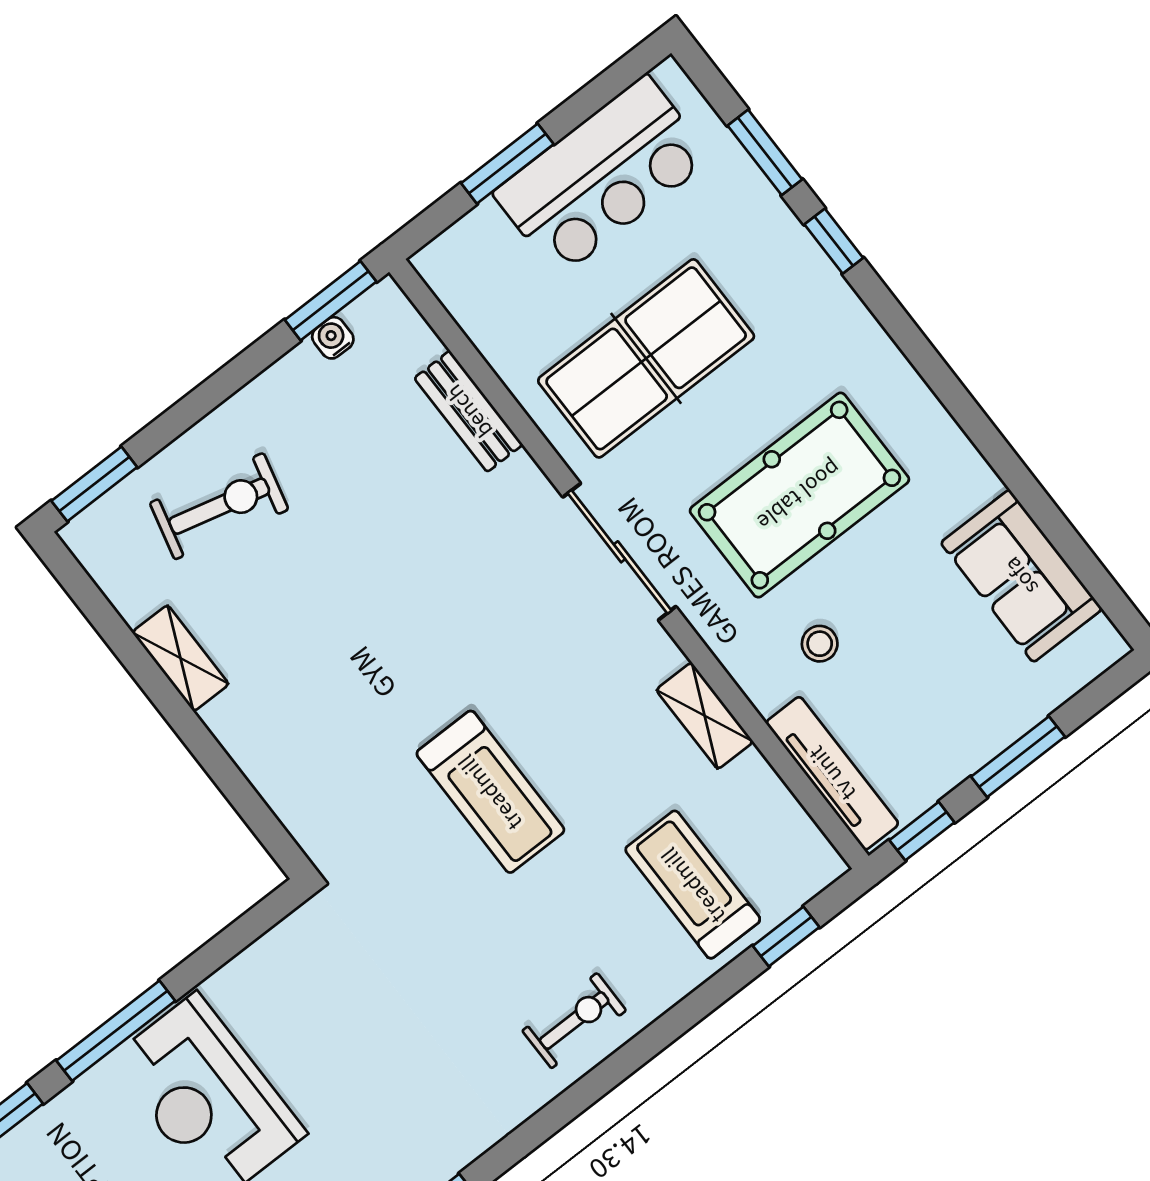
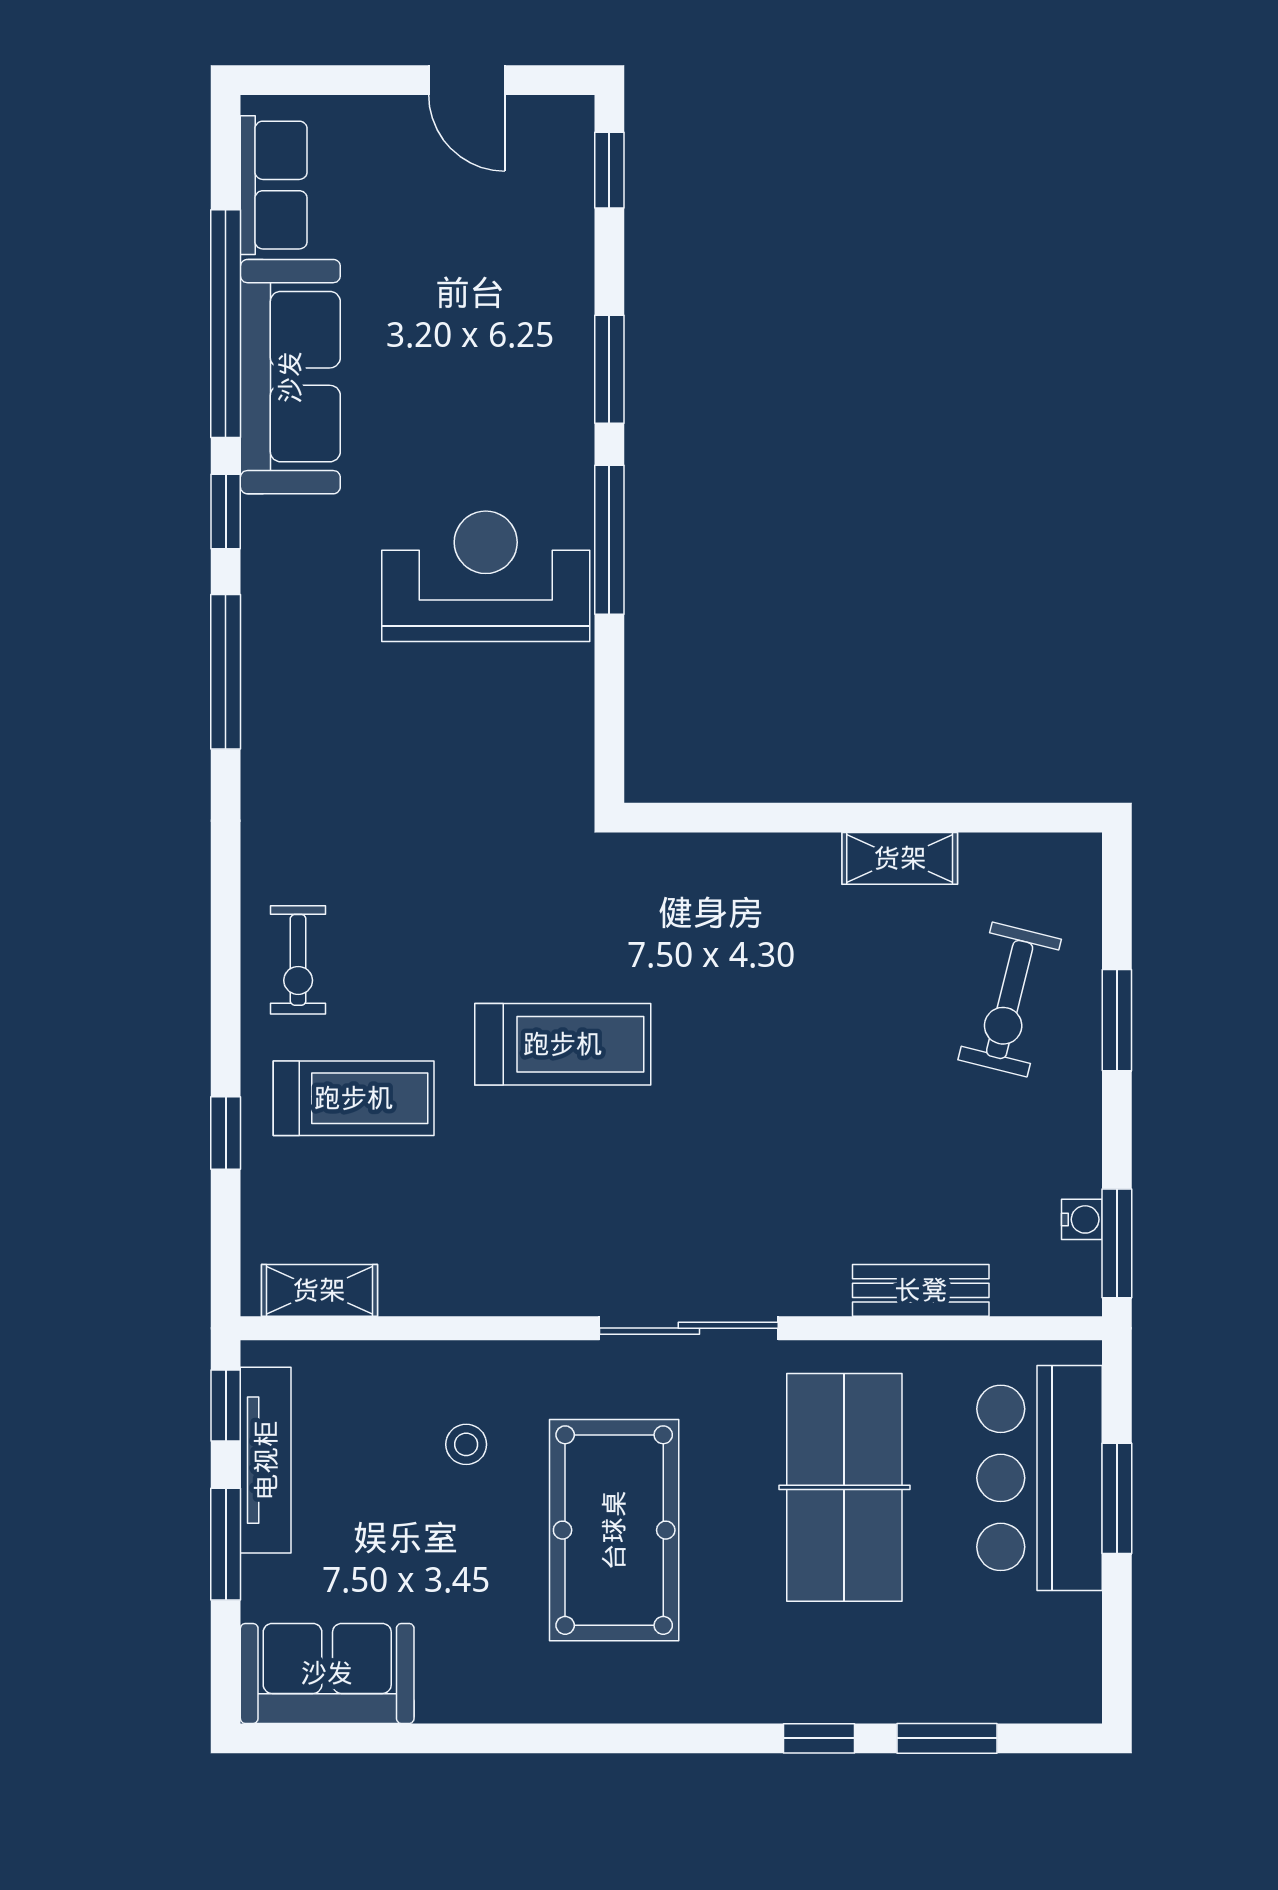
bar counter: (602, 176) -> (1040, 1478), moved
window: (94, 484) -> (1117, 1020), moved
sofa: (1021, 576) -> (327, 1673), moved
shelving: (705, 716) -> (319, 1290), moved
tv unit: (832, 773) -> (266, 1460), moved, turned -90
treadmill: (490, 792) -> (563, 1044), turned 180
treadmill: (693, 885) -> (354, 1098), moved
window: (786, 937) -> (226, 1133), moved

